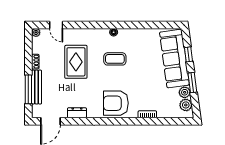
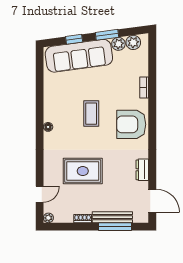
coffee table: (115, 59) -> (91, 114), moved
armchair: (116, 103) -> (131, 124), turned 90

